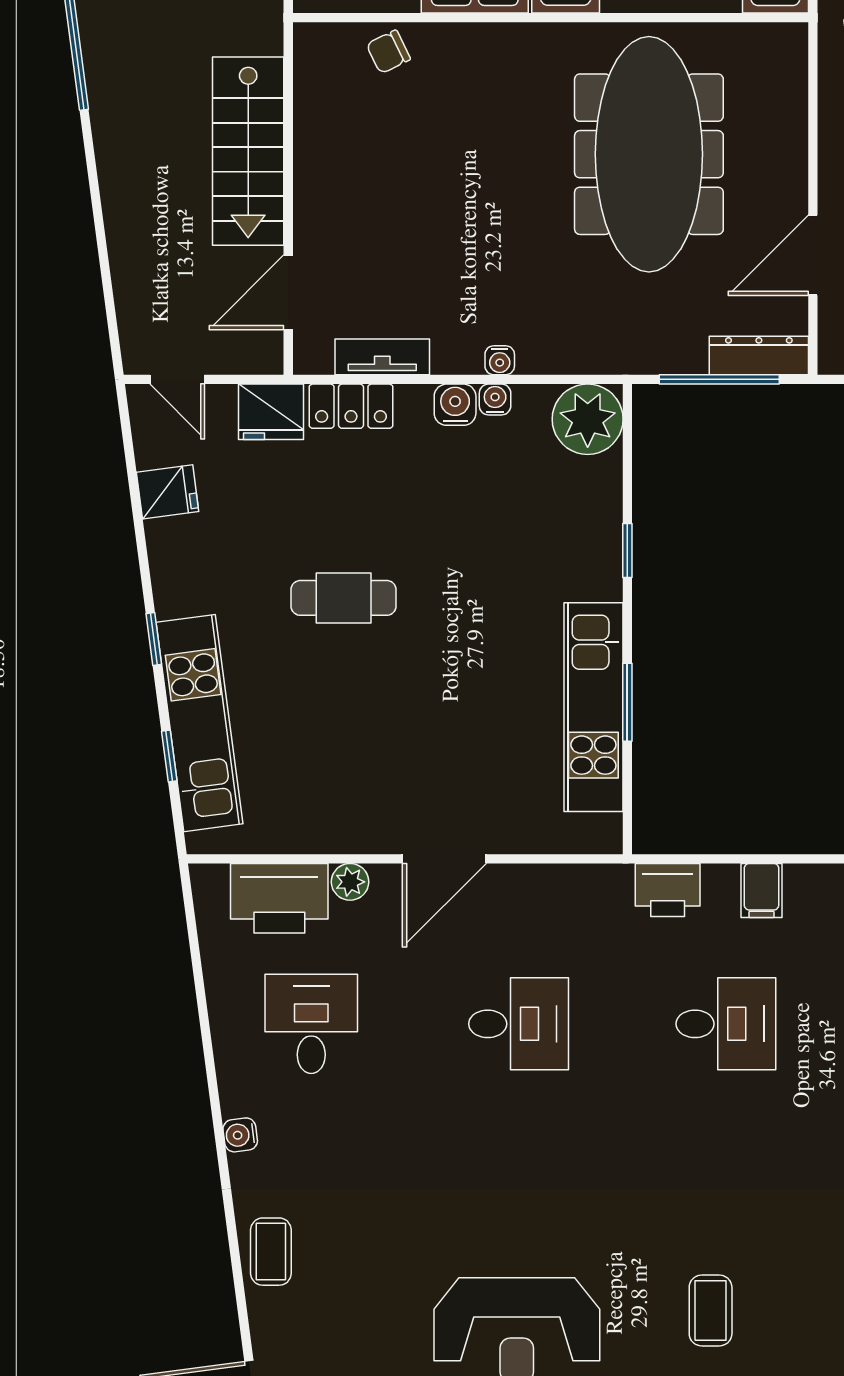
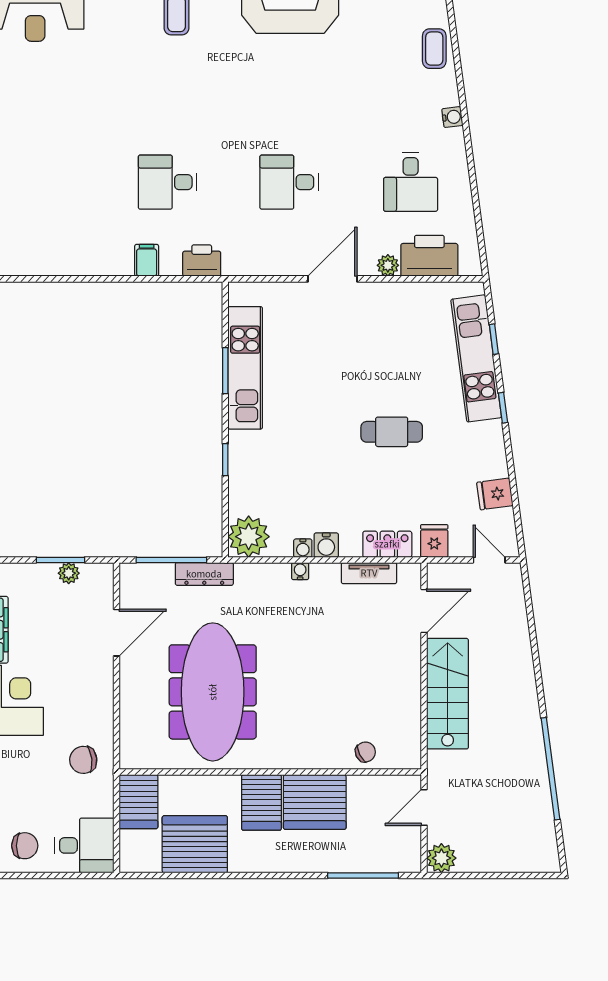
dresser: (759, 355) -> (204, 574), moved
fridge: (271, 412) -> (434, 541), width x0.72

